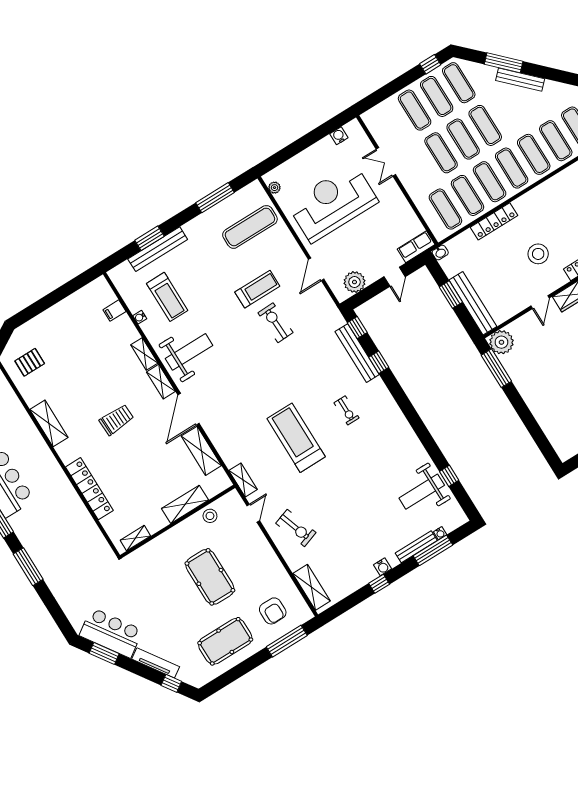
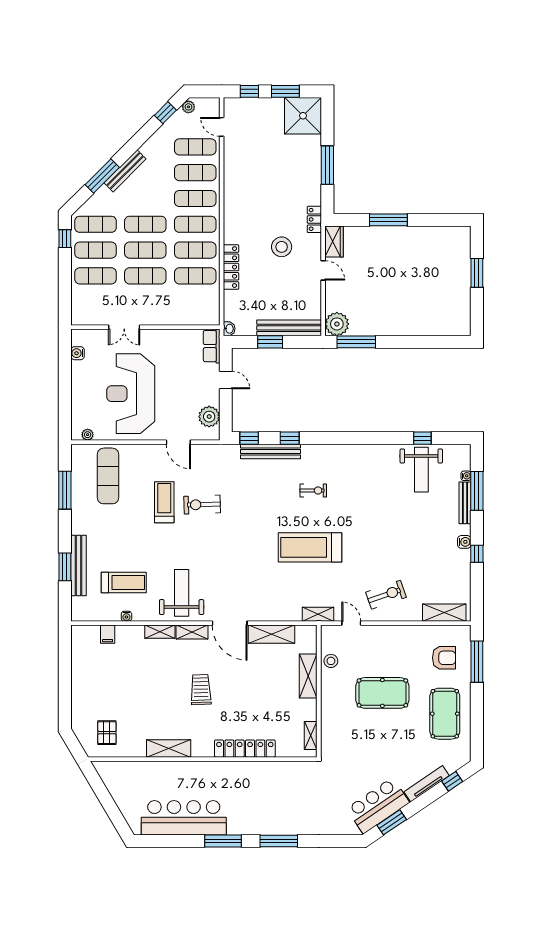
exercise mat: (445, 209) -> (195, 302), removed

